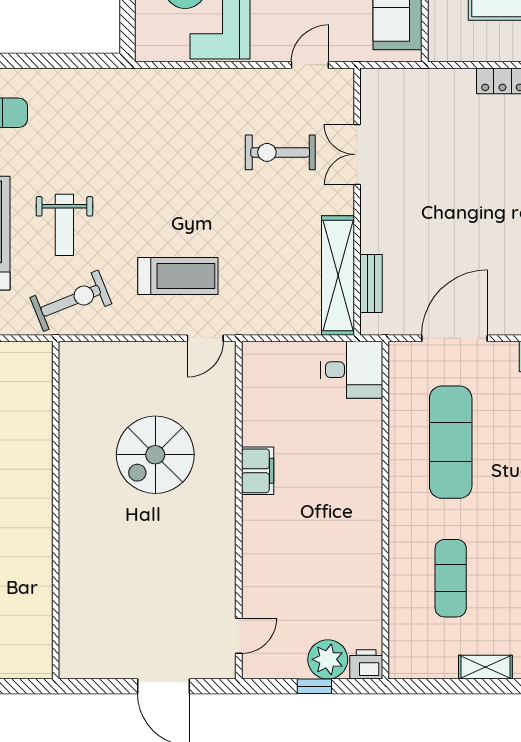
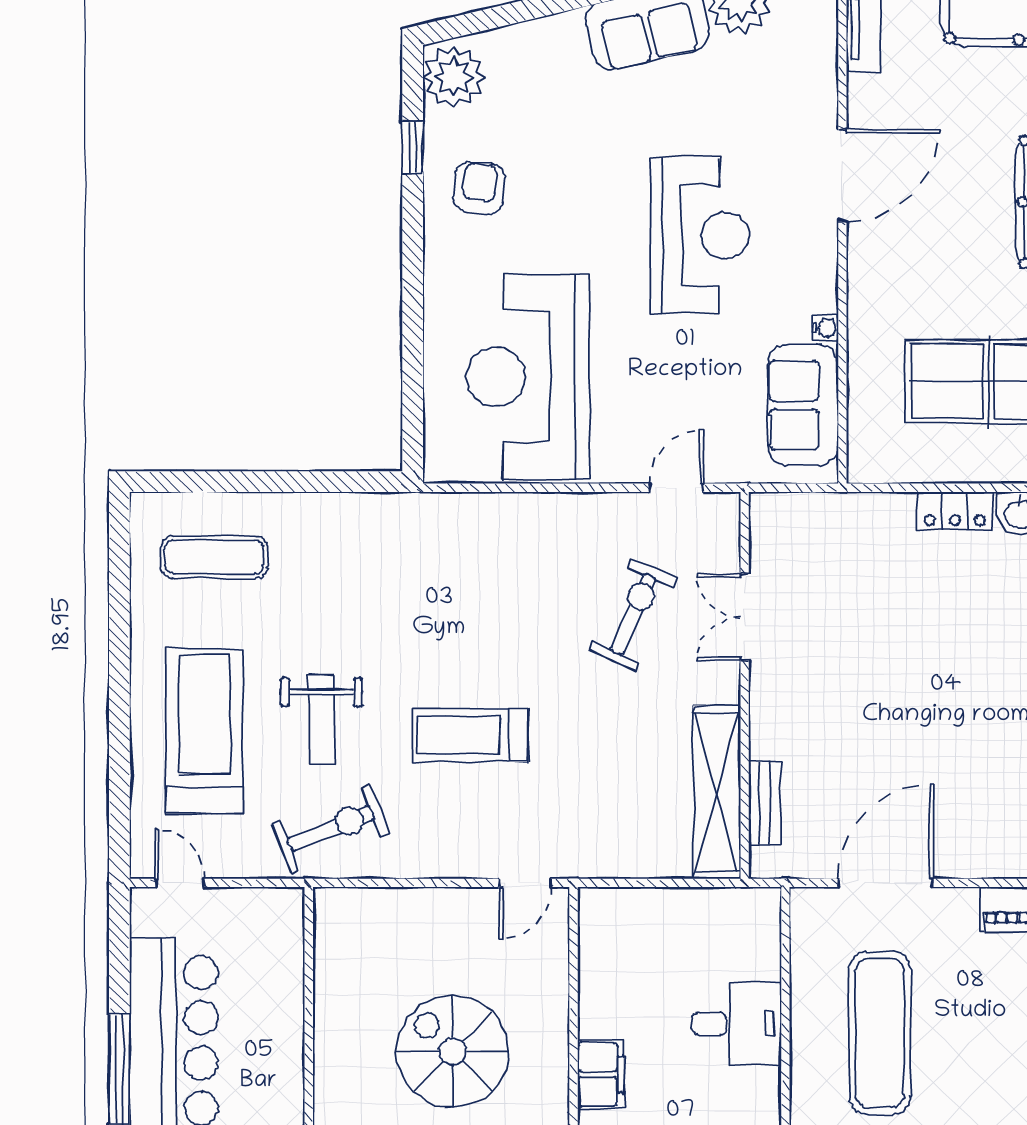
exercise bike: (280, 152) -> (633, 614), turned 114
treadmill: (178, 276) -> (470, 735), moved, turned 180
desk: (352, 370) -> (737, 1023), moved
spiral stairs: (155, 455) -> (453, 1051), turned 90

